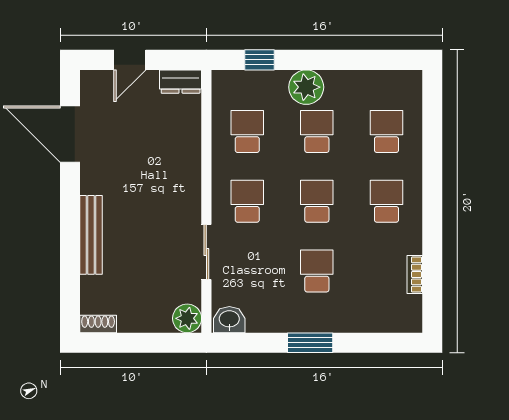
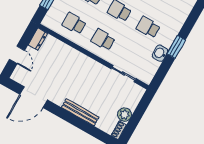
sliding door: (206, 252) -> (124, 74), moved
plant: (187, 318) -> (125, 115), moved
washbasin: (229, 320) -> (160, 53), moved

